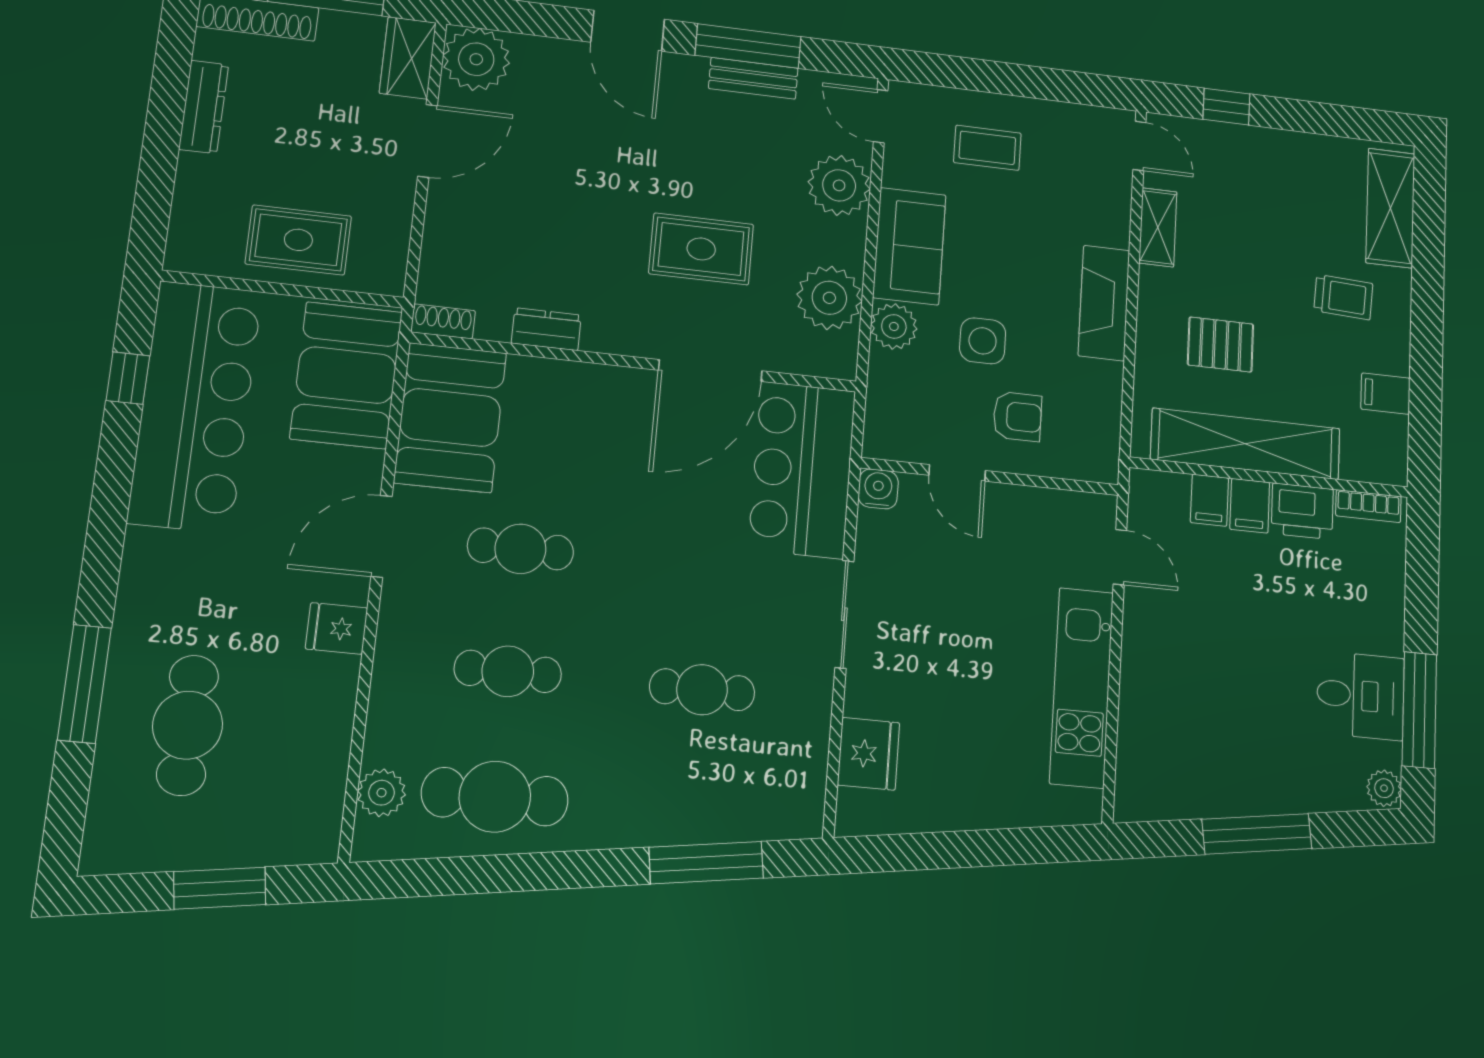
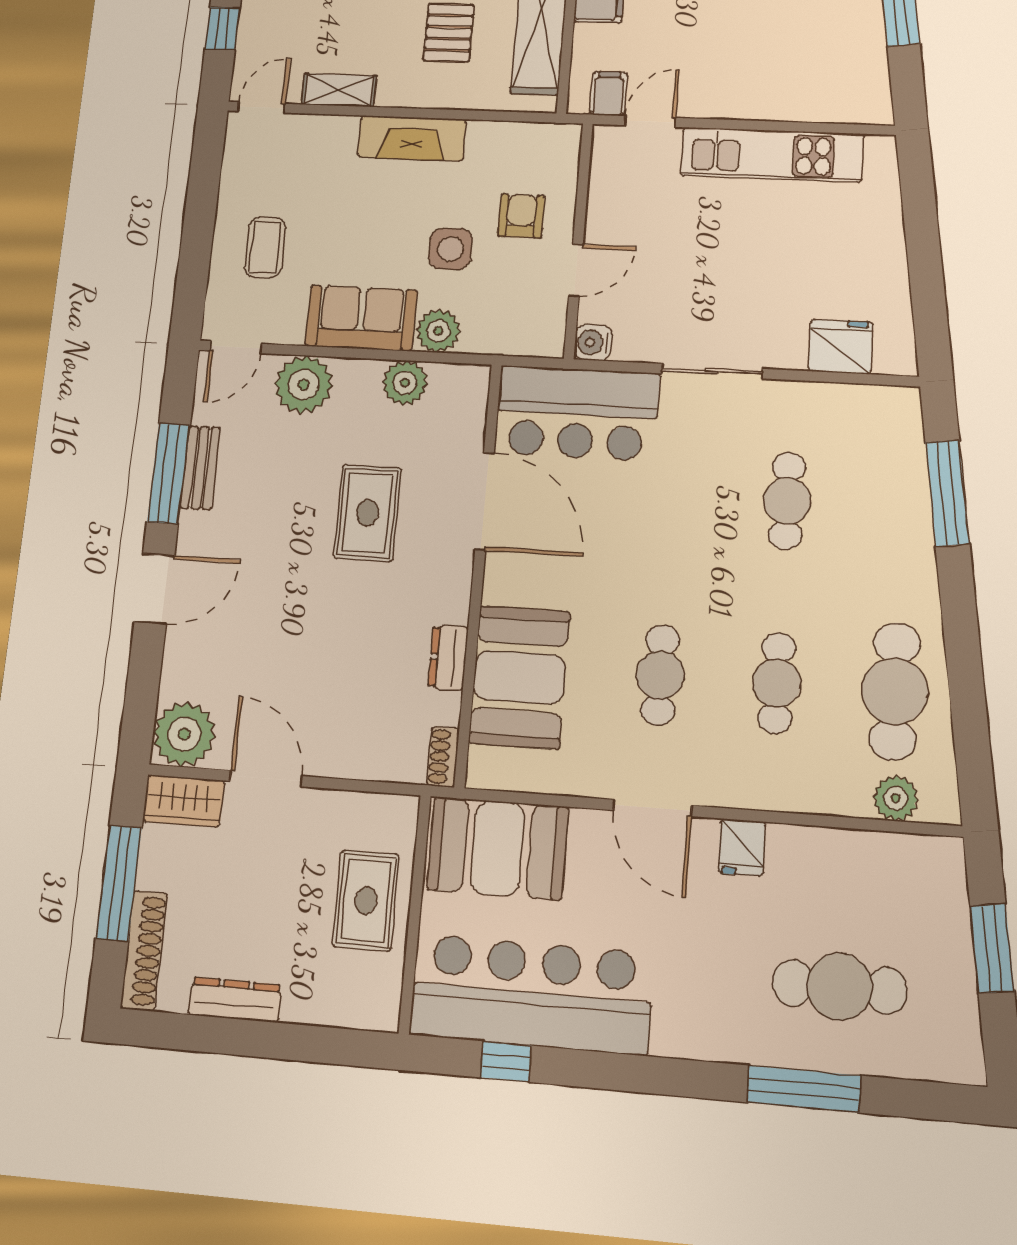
plant: (829, 298) -> (405, 383), width x0.73, depth x0.73
booth: (450, 418) -> (519, 677), moved, turned 90
filing cabinet: (1209, 500) -> (609, 94), moved, turned -90

